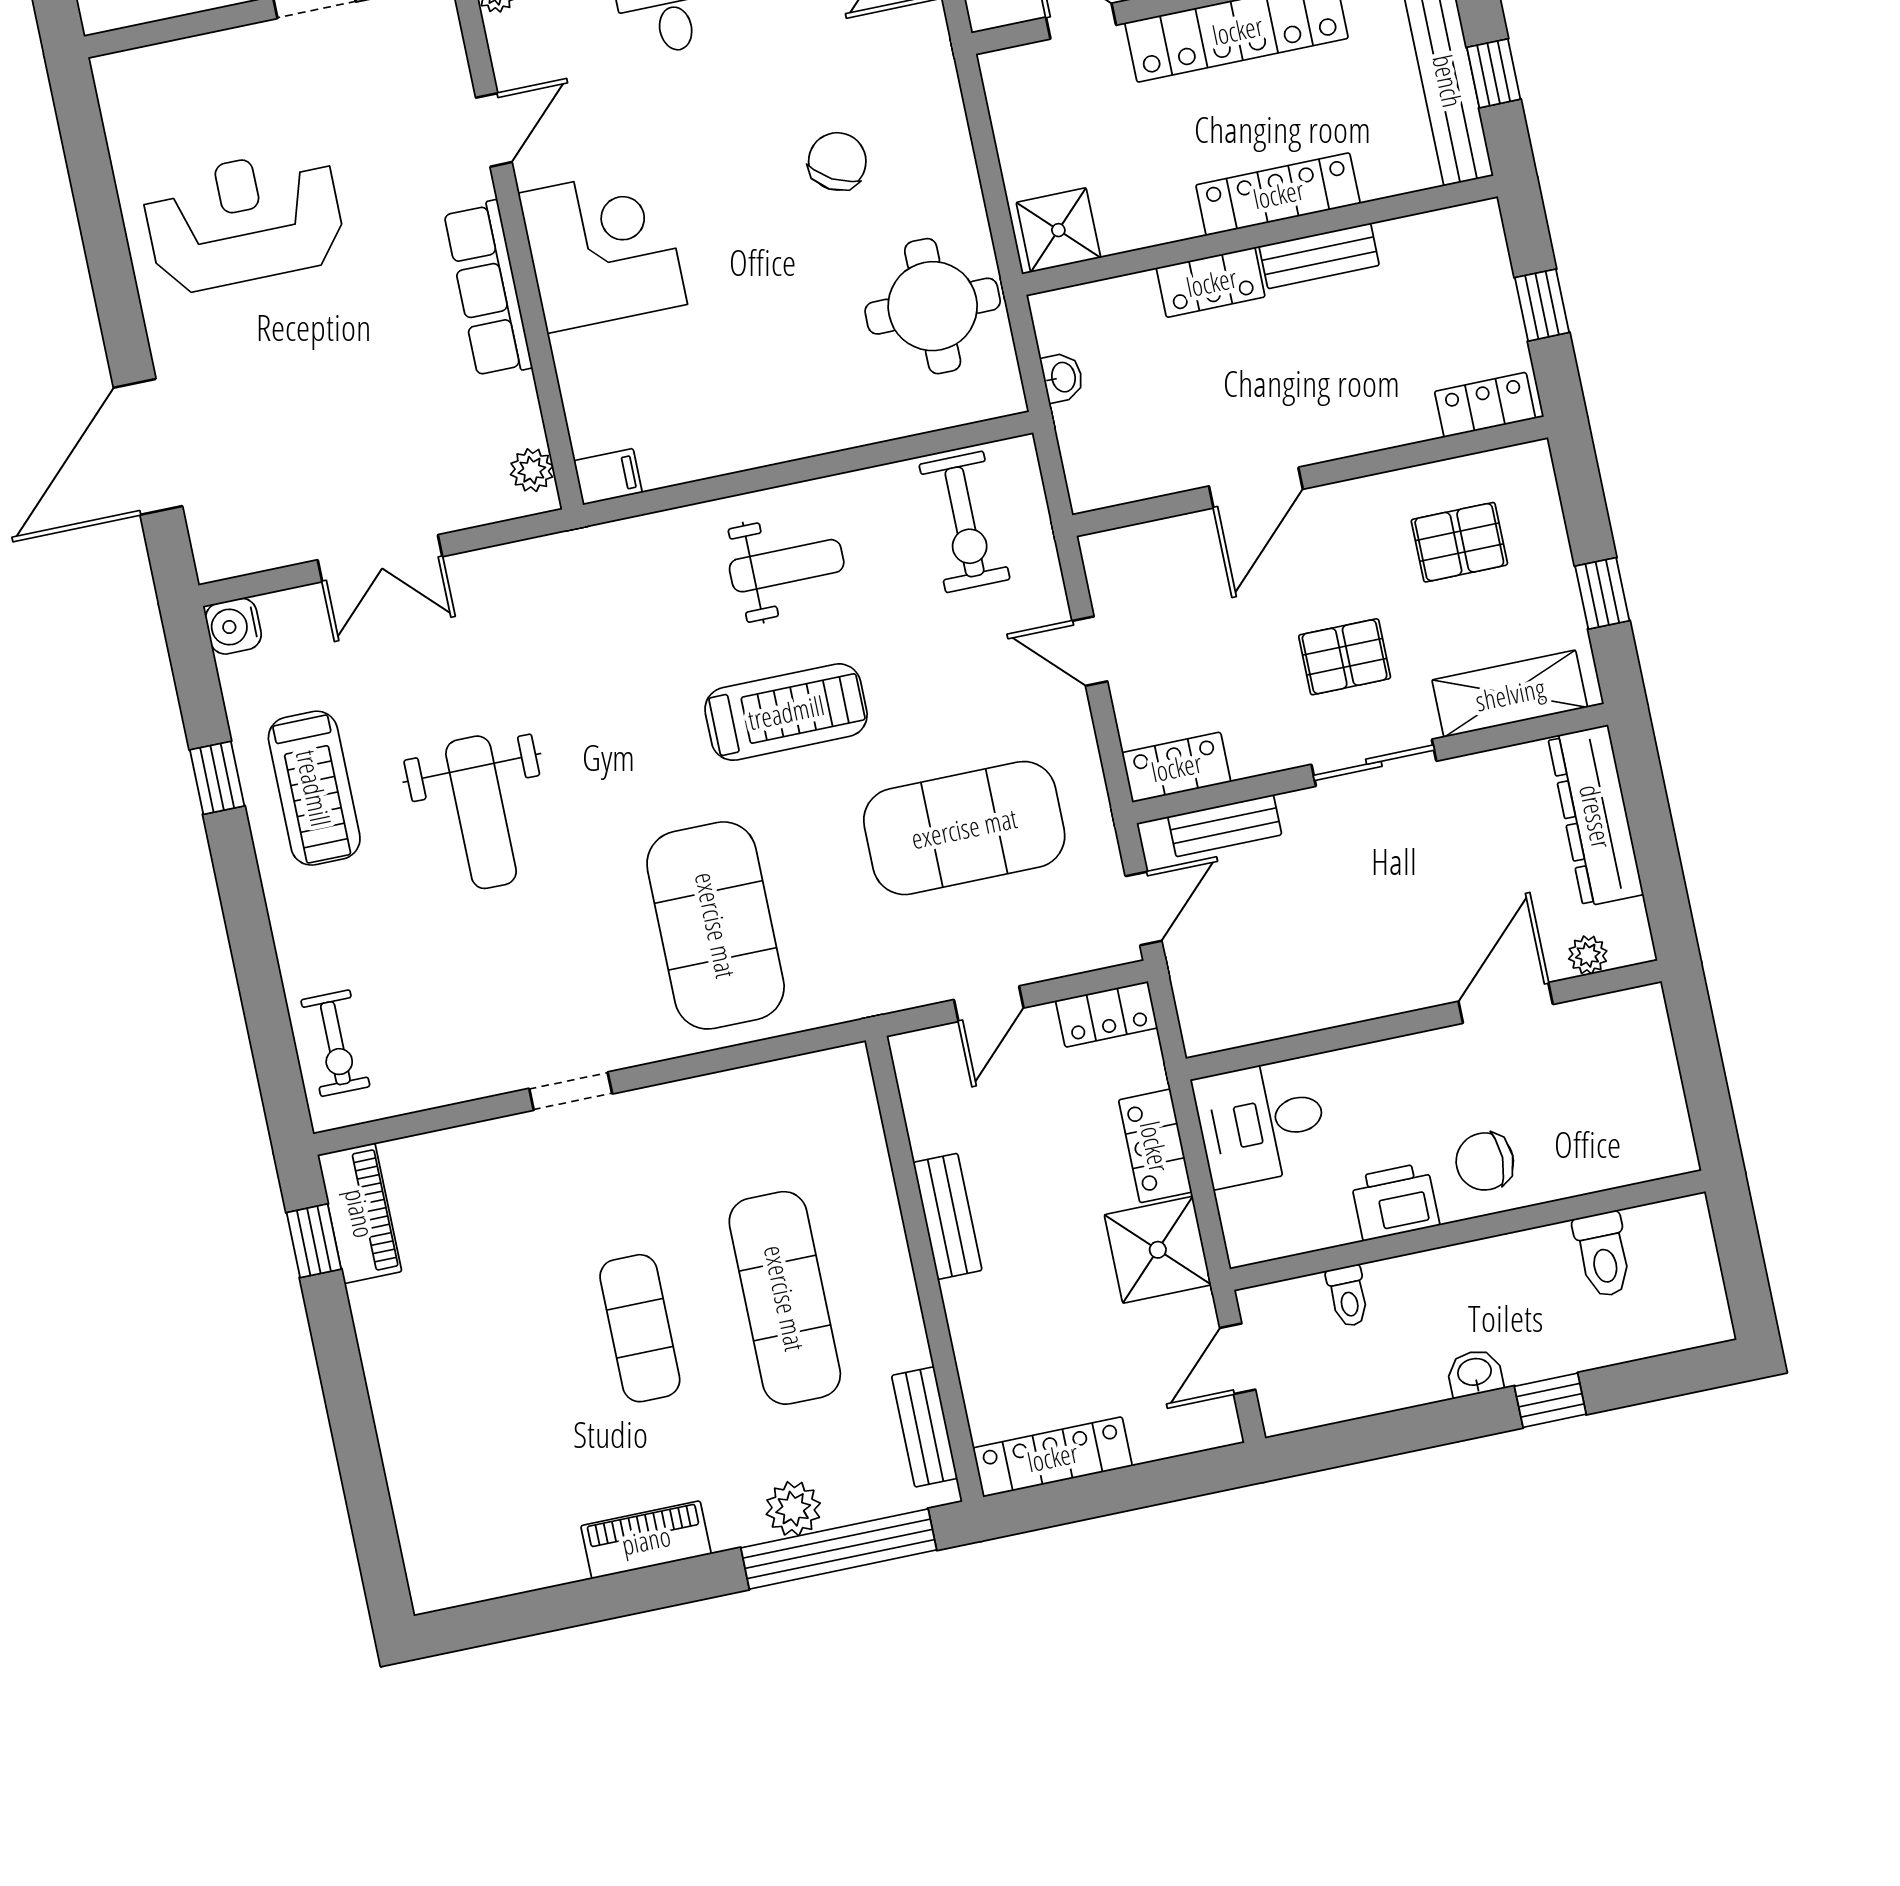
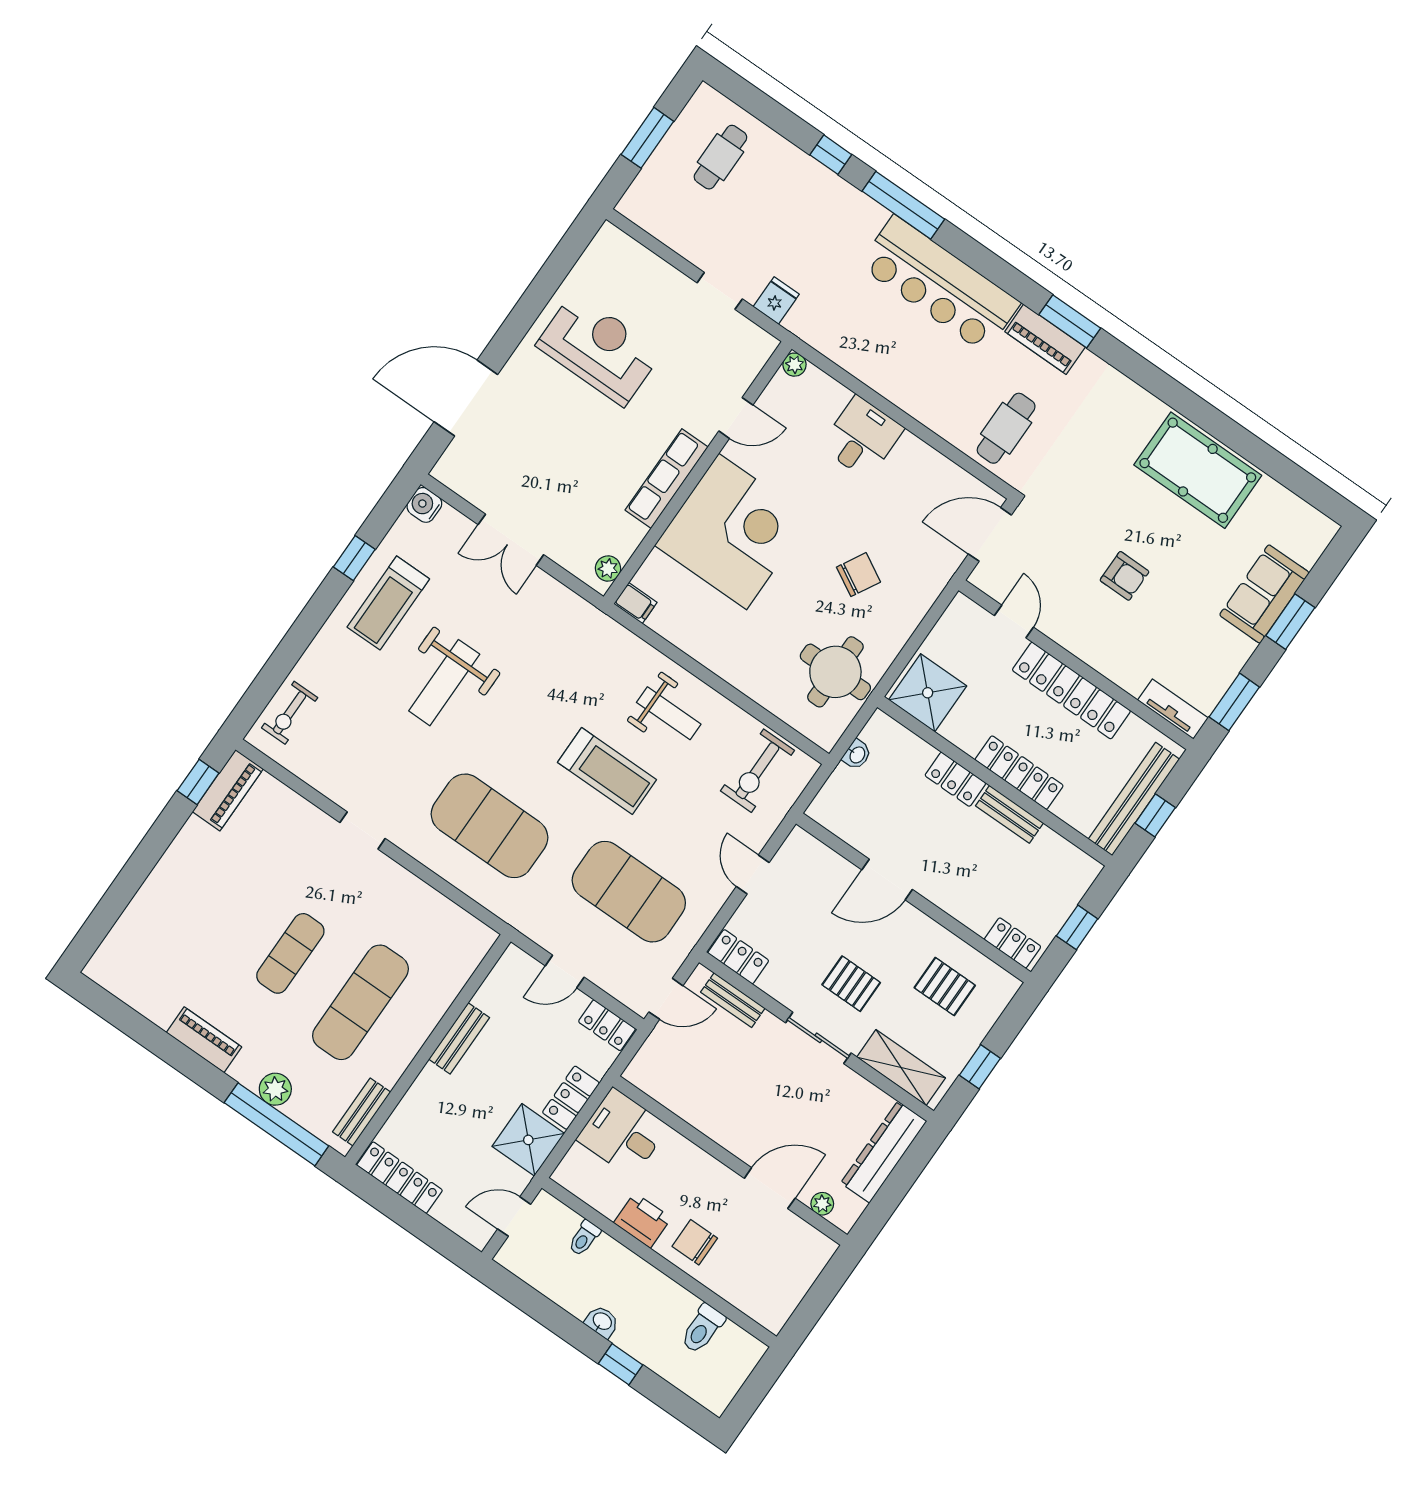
shower: (1058, 230) -> (928, 693), width x1.36, depth x1.36
corner desk: (603, 249) -> (733, 531), width x1.36, depth x1.36
exercise mat: (716, 925) -> (489, 826), turned 90

